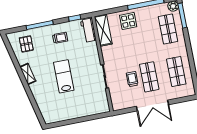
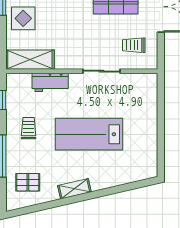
workbench: (88, 30) -> (50, 82), moved
lab bench: (64, 76) -> (89, 134), width x1.36, depth x1.39
trolley: (132, 79) -> (134, 45), moved

